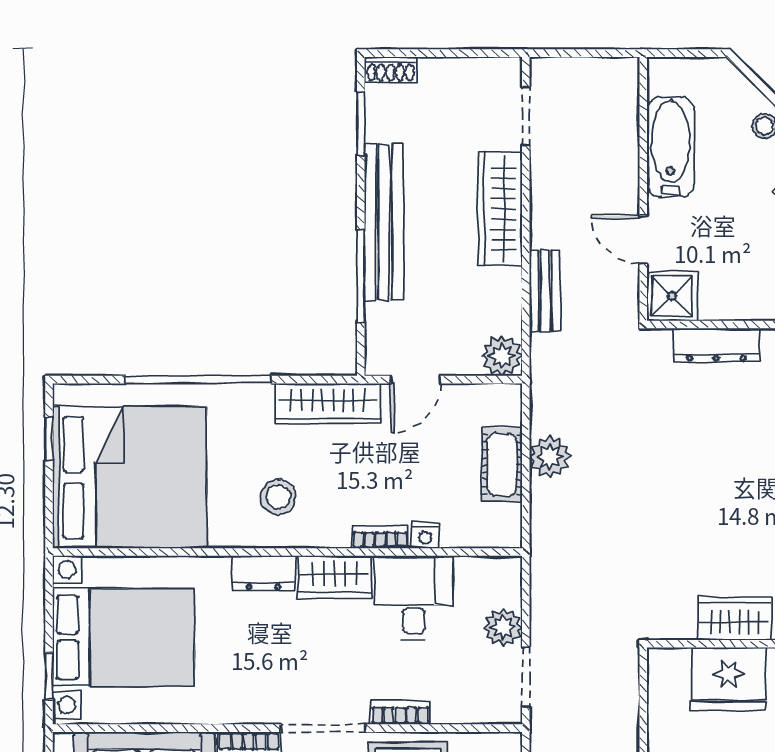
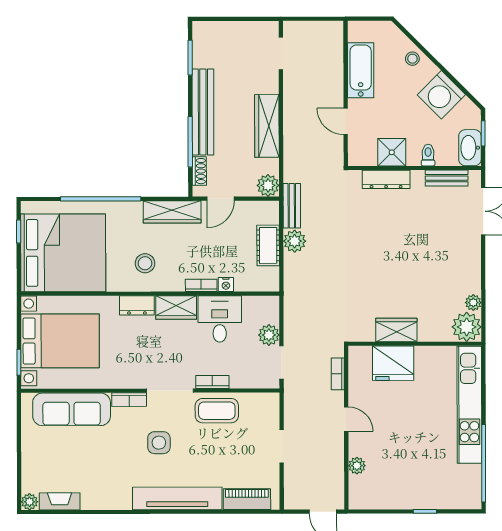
shoe rack: (390, 69) -> (199, 171), moved, turned -90
wardrobe: (500, 209) -> (267, 126), moved
bench: (545, 291) -> (292, 206), moved
shower: (672, 296) -> (392, 152), moved
bookcase: (628, 698) -> (338, 374), added

